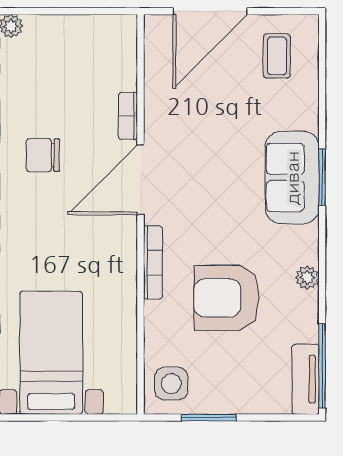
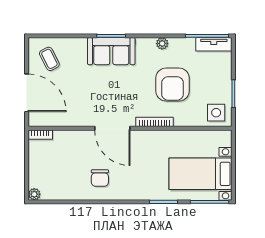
coffee table: (277, 56) -> (49, 59), turned 63
bookcase: (128, 116) -> (40, 135), moved

